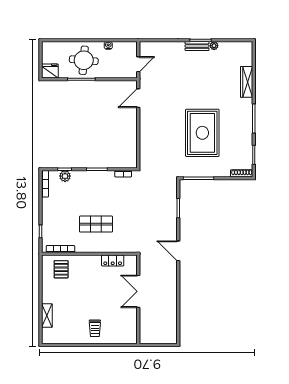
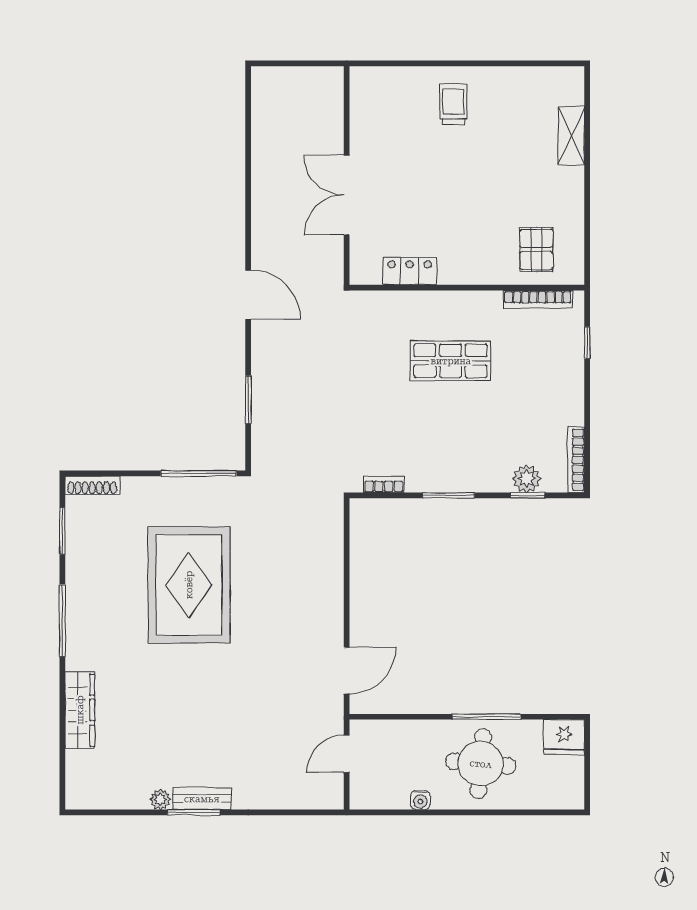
double door: (138, 291) -> (347, 195), swing flipped

